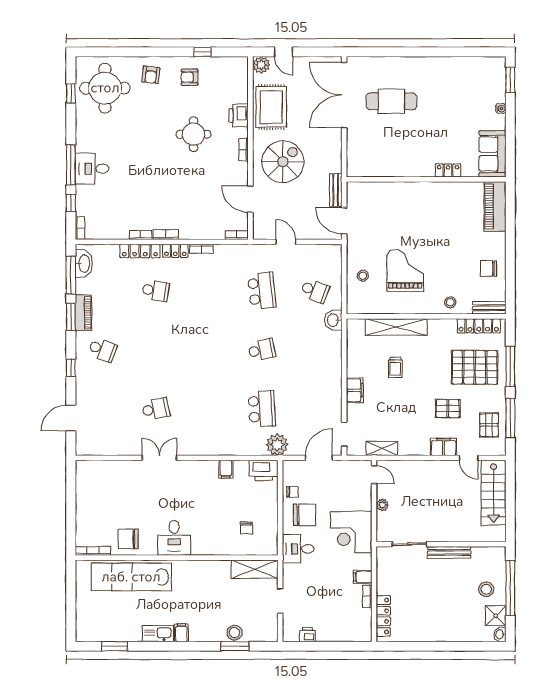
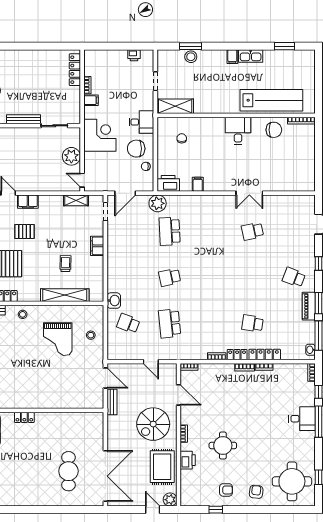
cafe table: (391, 101) -> (68, 471), turned 90
washbasin: (84, 264) -> (310, 350), width x0.52, depth x0.69
plant: (382, 505) -> (71, 156), width x1.88, depth x1.88

